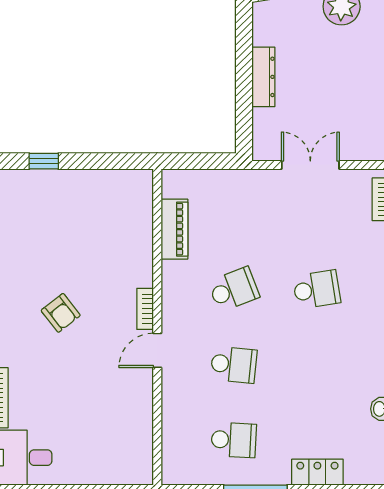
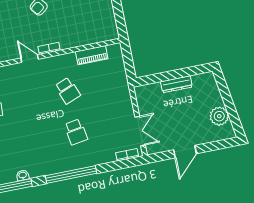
double door: (310, 165) -> (140, 131), moved
school desk: (234, 365) -> (30, 98), removed

